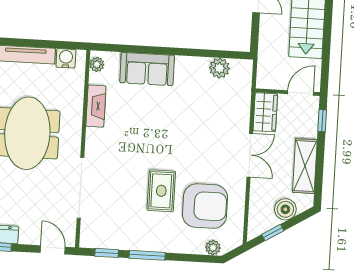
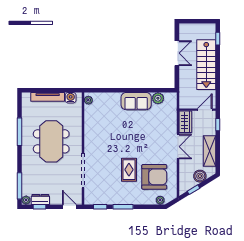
sofa: (147, 69) -> (136, 101), moved
fireplace: (96, 106) -> (89, 124), removed

